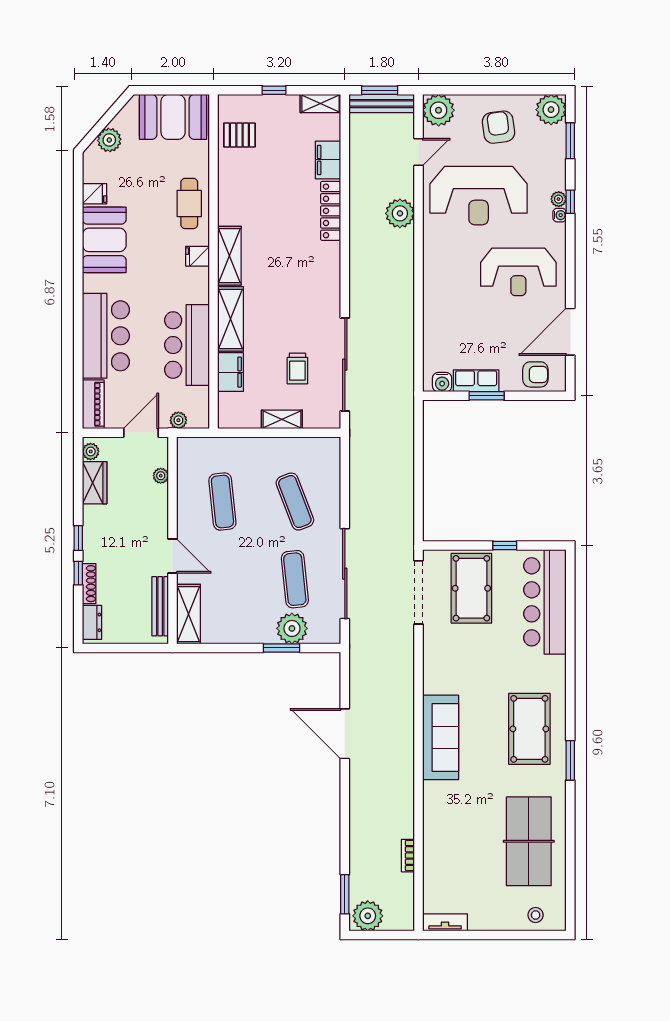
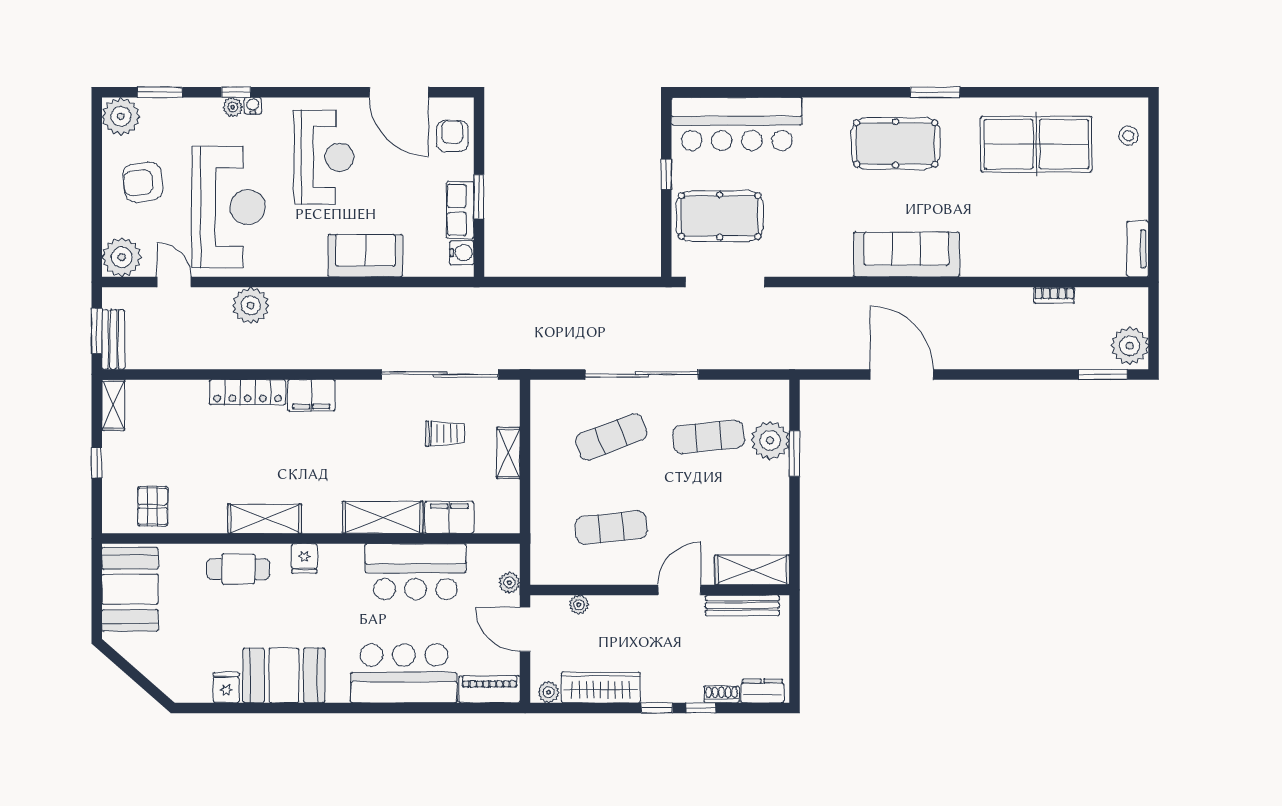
bench: (381, 104) -> (113, 339), width x0.73
plant: (109, 140) -> (159, 669), removed
filing cabinet: (328, 160) -> (311, 395), moved
shelving: (229, 256) -> (265, 519), moved
sofa: (440, 305) -> (365, 256), added
wardrobe: (95, 483) -> (601, 687), width x1.50
sliding door: (345, 574) -> (642, 374), moved
shoe rack: (89, 584) -> (721, 694), width x0.70
door: (345, 734) -> (902, 374), swing flipped

